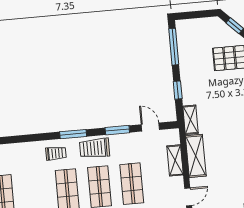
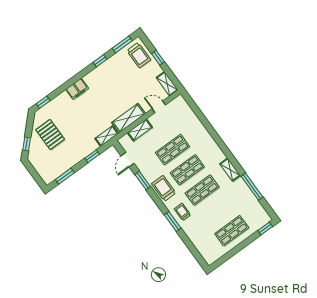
window: (174, 47) -> (65, 176), width x0.69
window: (73, 134) -> (173, 222), moved
trolley: (95, 148) -> (164, 188), turned 180

